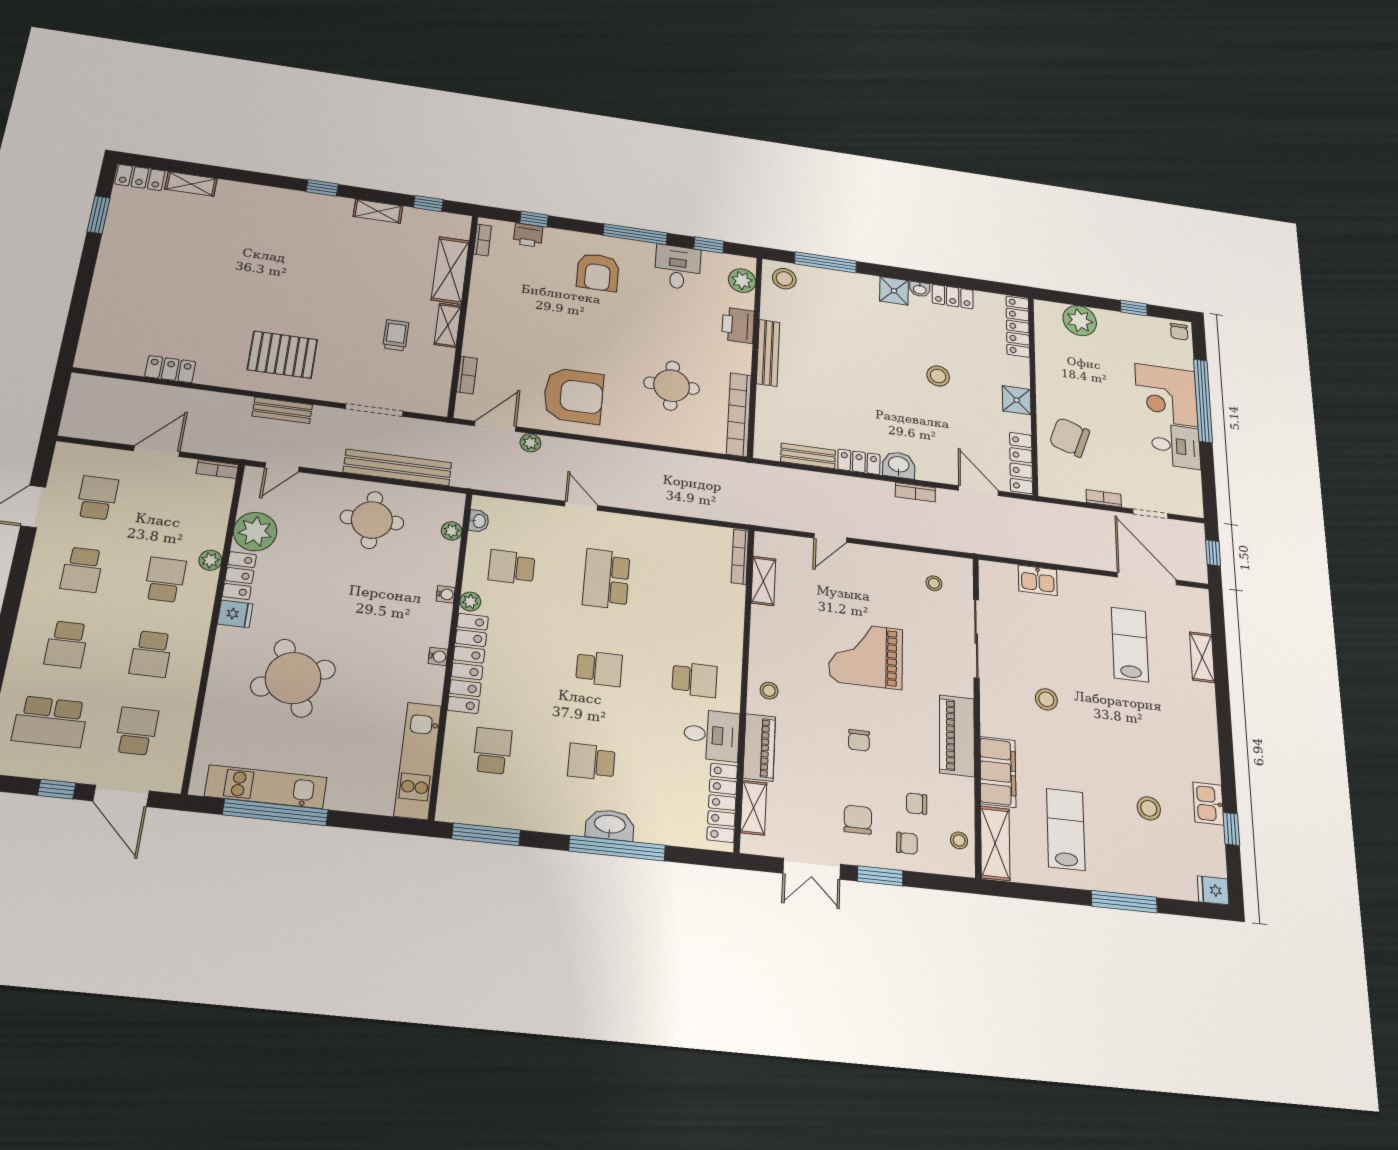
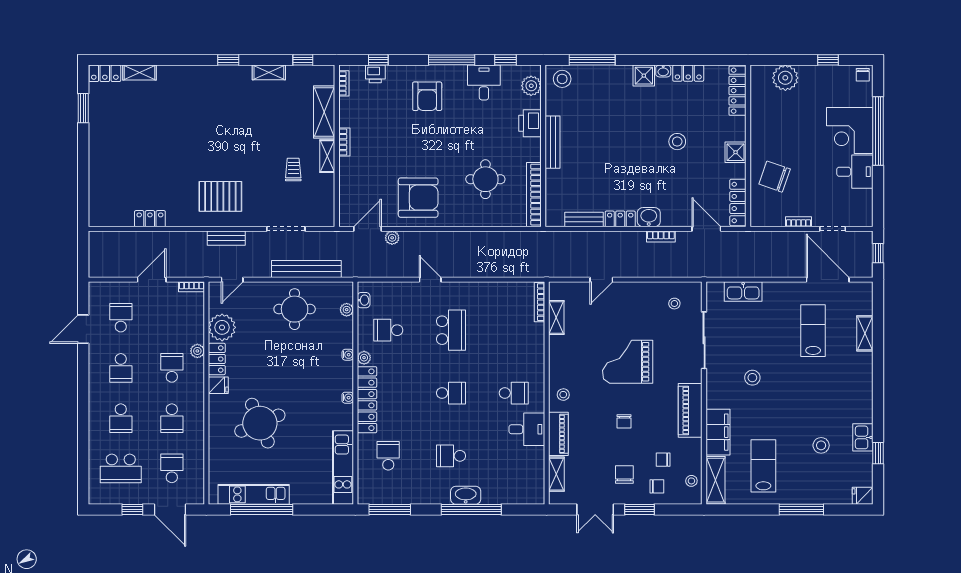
bookcase: (467, 375) -> (344, 142), moved
school desk: (606, 579) -> (451, 330), turned 180
kitchen sink: (1038, 580) -> (743, 292), width x1.38
locker: (722, 803) -> (536, 473), removed

